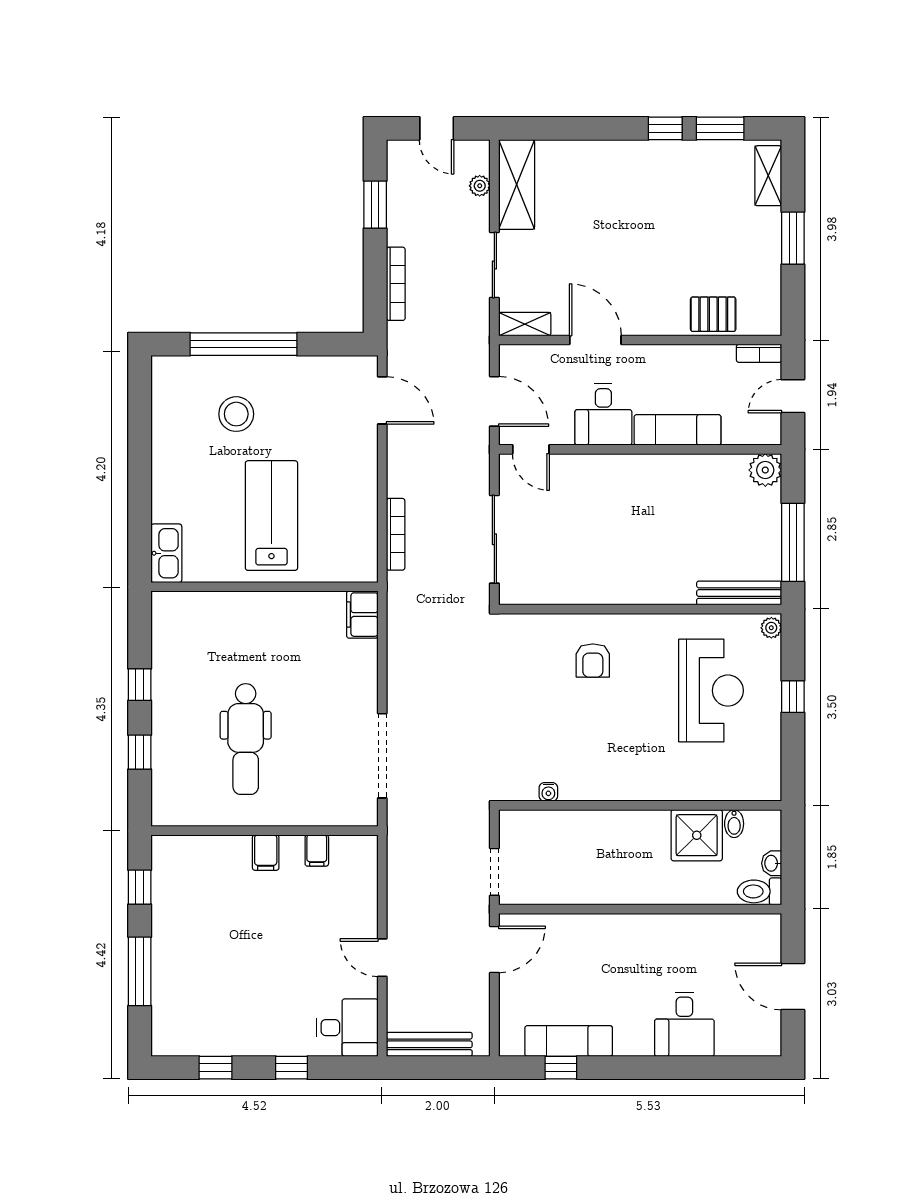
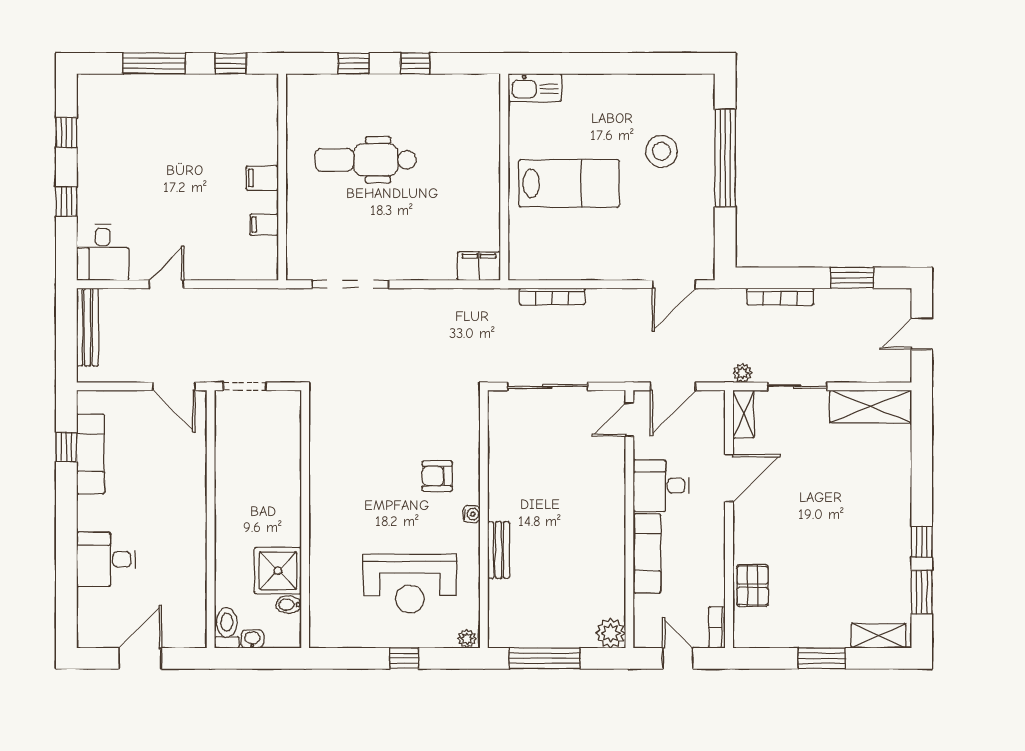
plant: (480, 186) -> (743, 373), moved
bench: (739, 593) -> (499, 550), moved, width x0.73
water cooler: (548, 792) -> (472, 514), moved, turned 180

